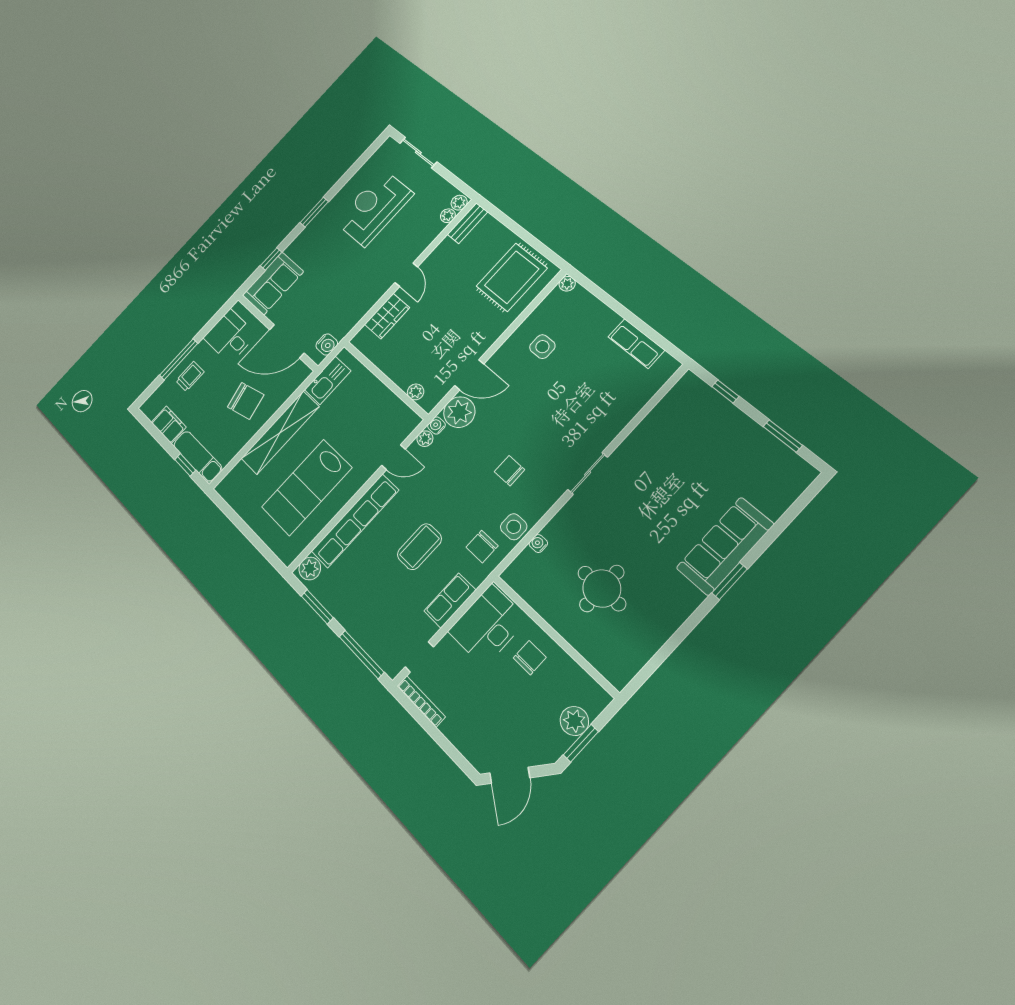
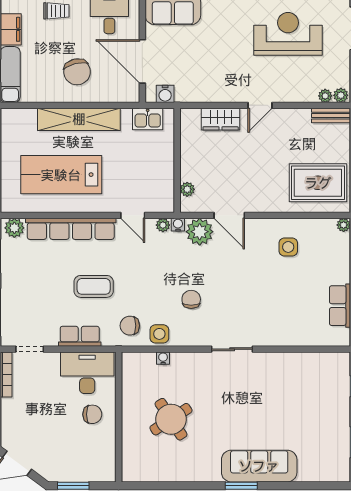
kitchen sink: (328, 380) -> (148, 119), width x0.73
round table: (602, 588) -> (171, 419), turned -33
plant: (574, 721) -> (82, 471), removed

